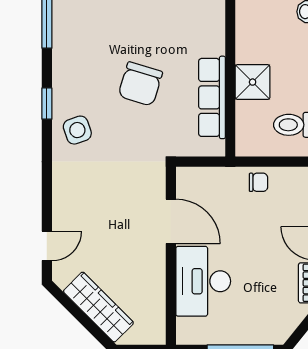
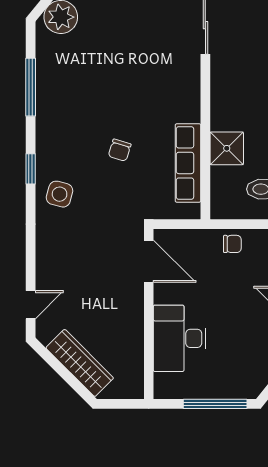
chair: (140, 84) -> (120, 150), width x0.54, depth x0.54
side table: (77, 130) -> (60, 194), turned 34
door: (171, 221) -> (149, 261), moved

